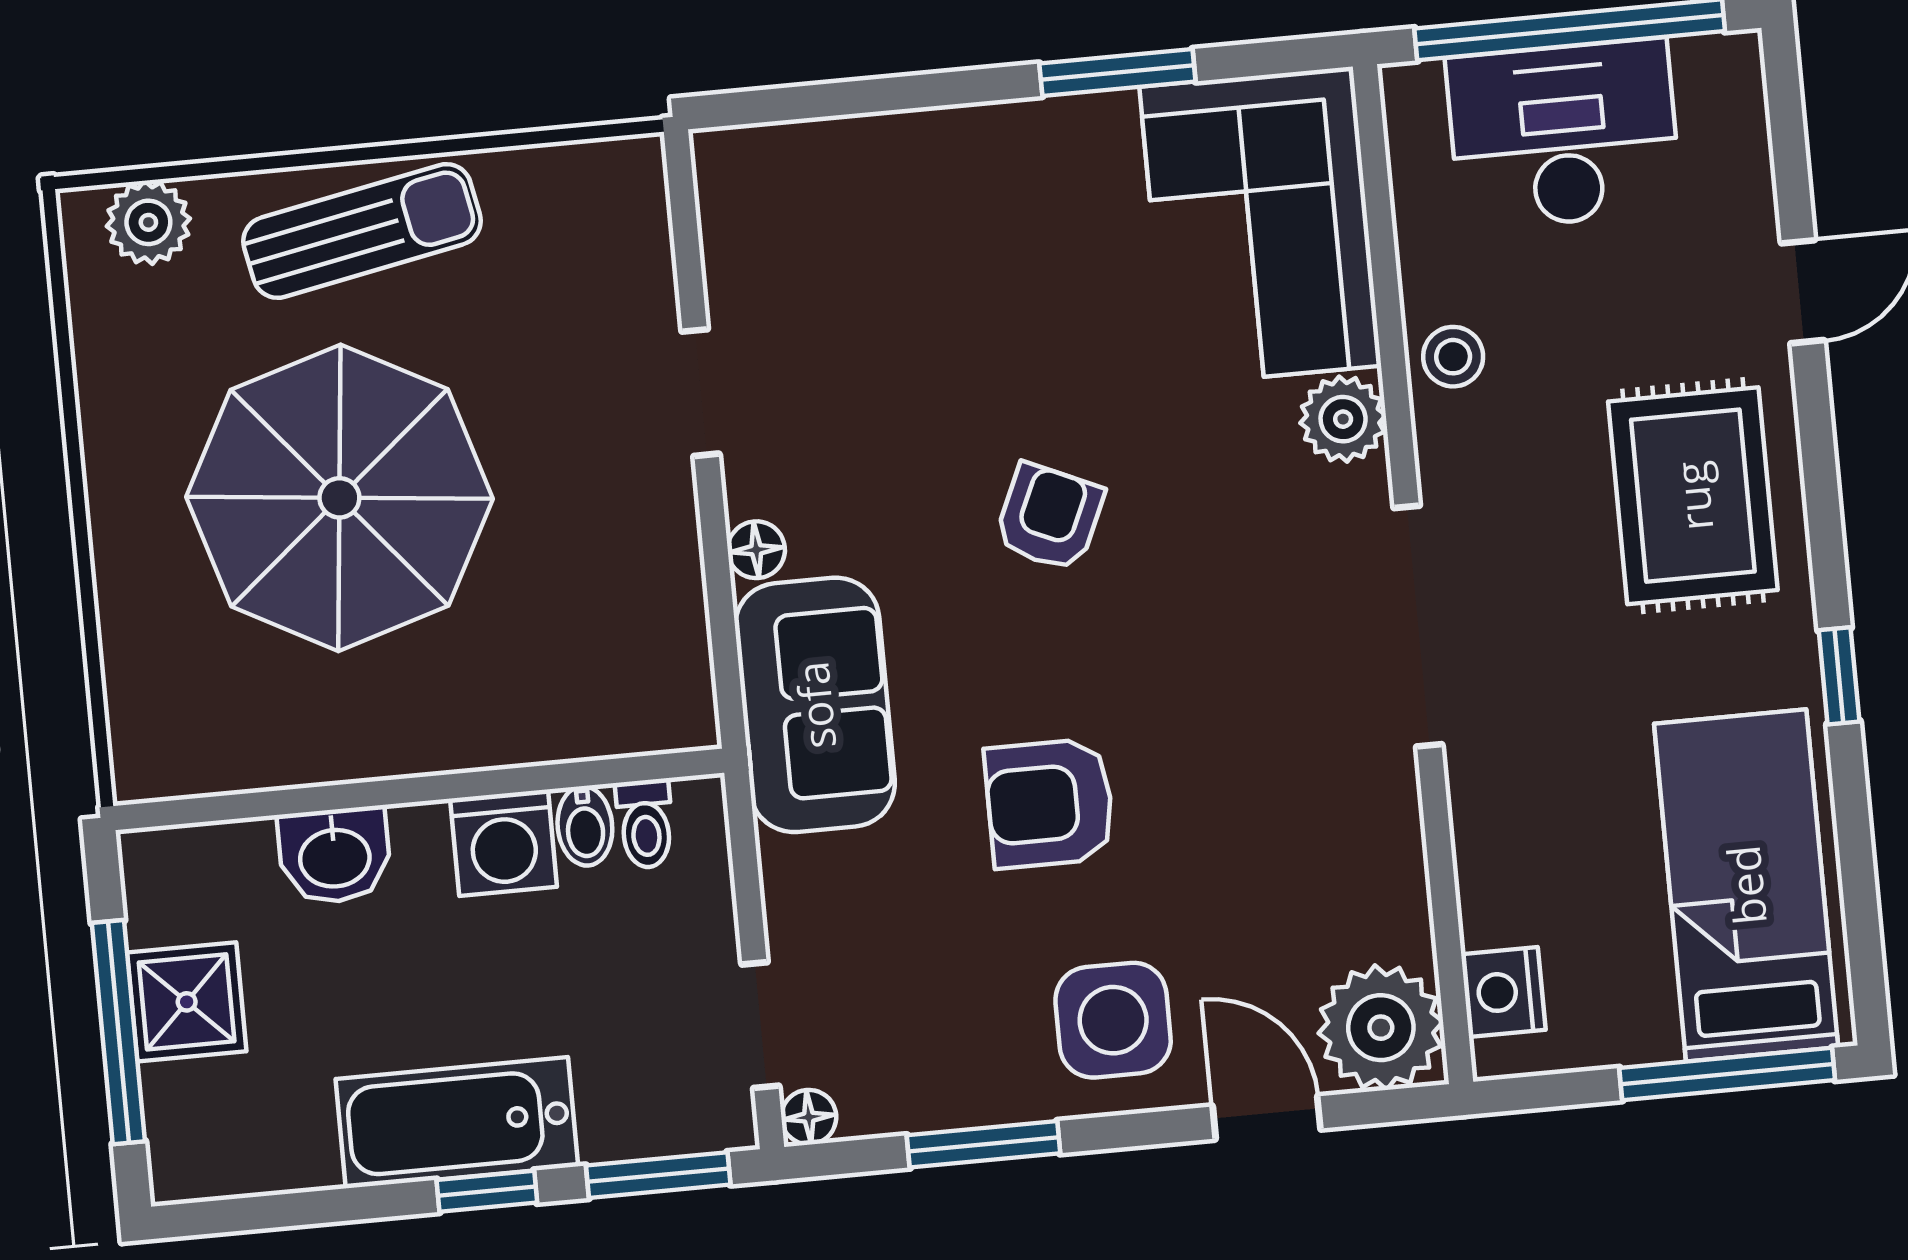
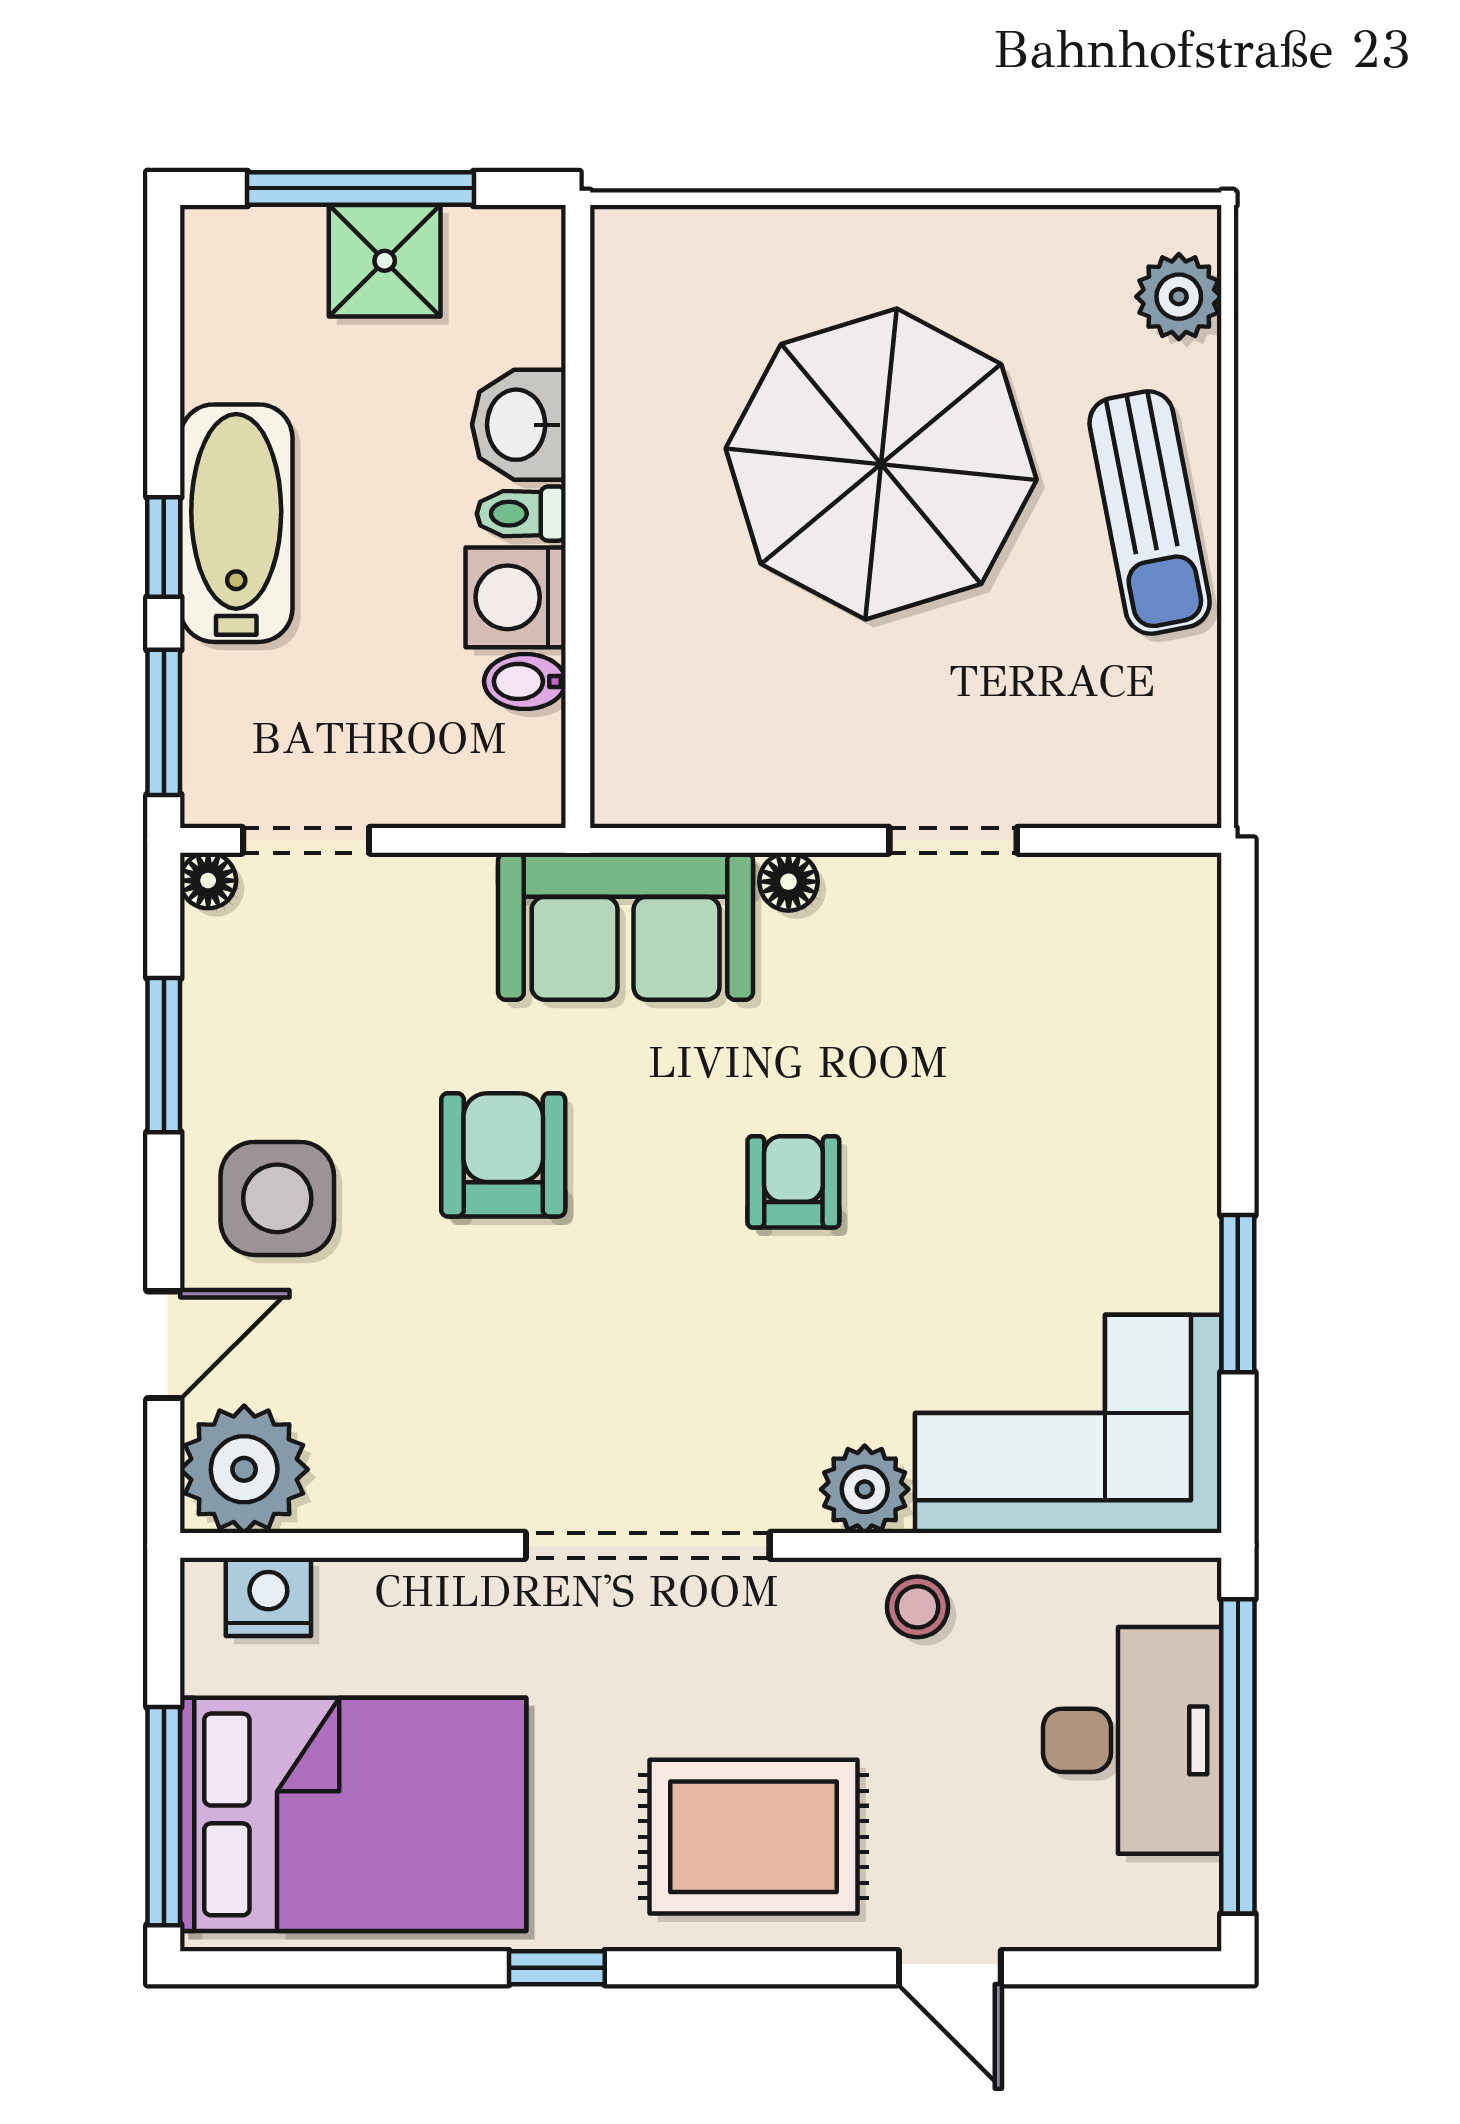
armchair: (1049, 517) -> (793, 1182), turned -114
toilet: (645, 824) -> (521, 514), moved
bed: (1746, 885) -> (353, 1814), width x1.50

